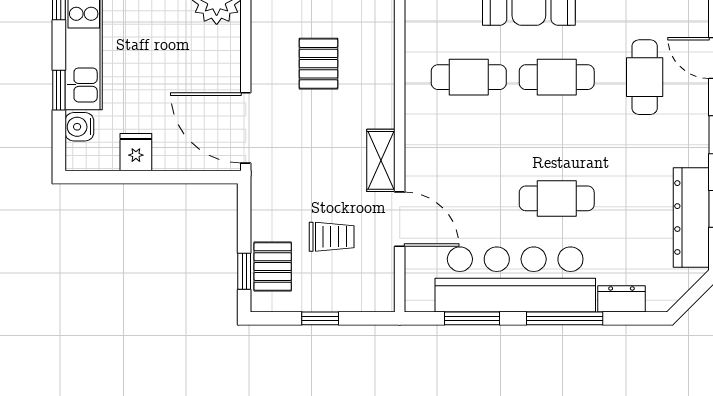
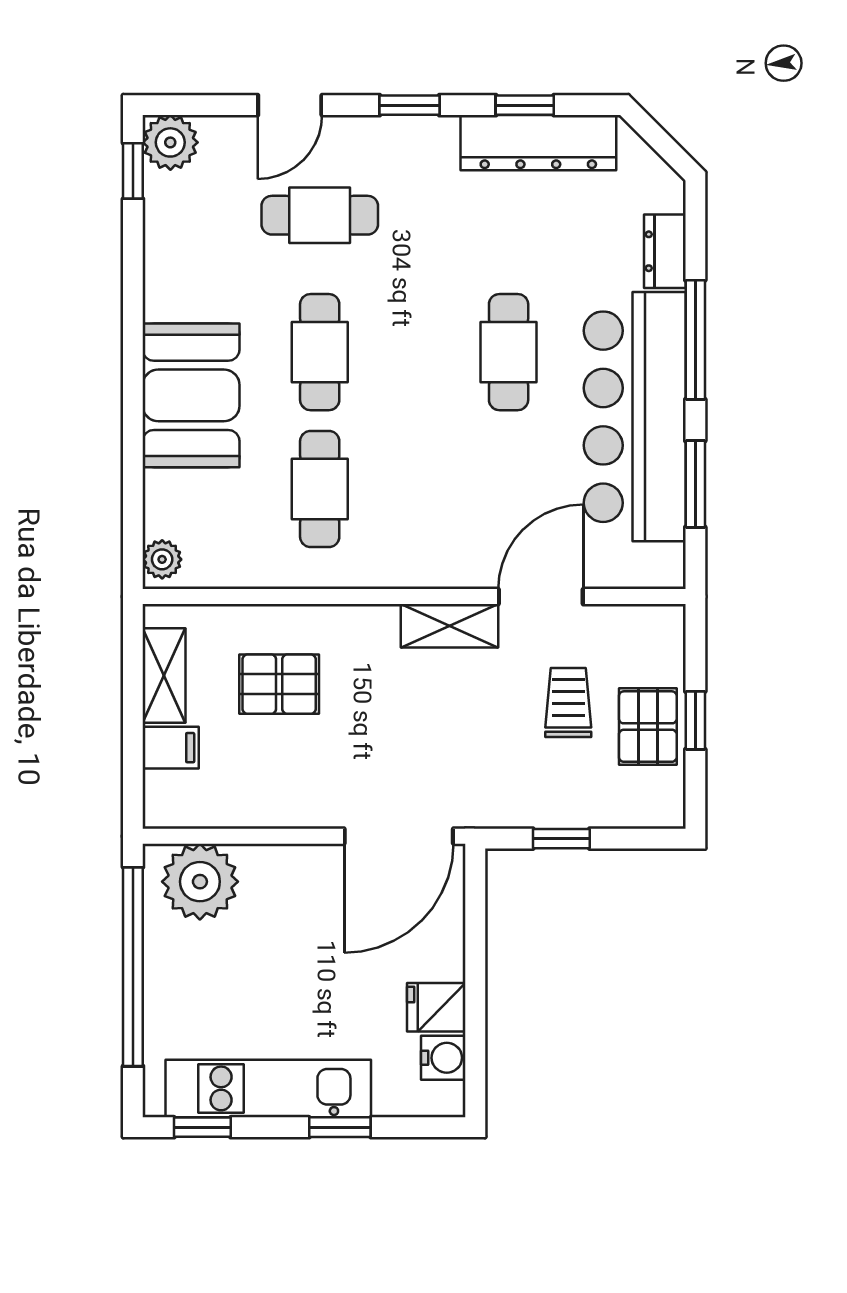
pallet: (318, 64) -> (279, 684), moved
water cooler: (79, 127) -> (443, 1058), moved, turned -90
pallet: (273, 267) -> (648, 727), moved, turned 90
window: (244, 271) -> (561, 839), moved

